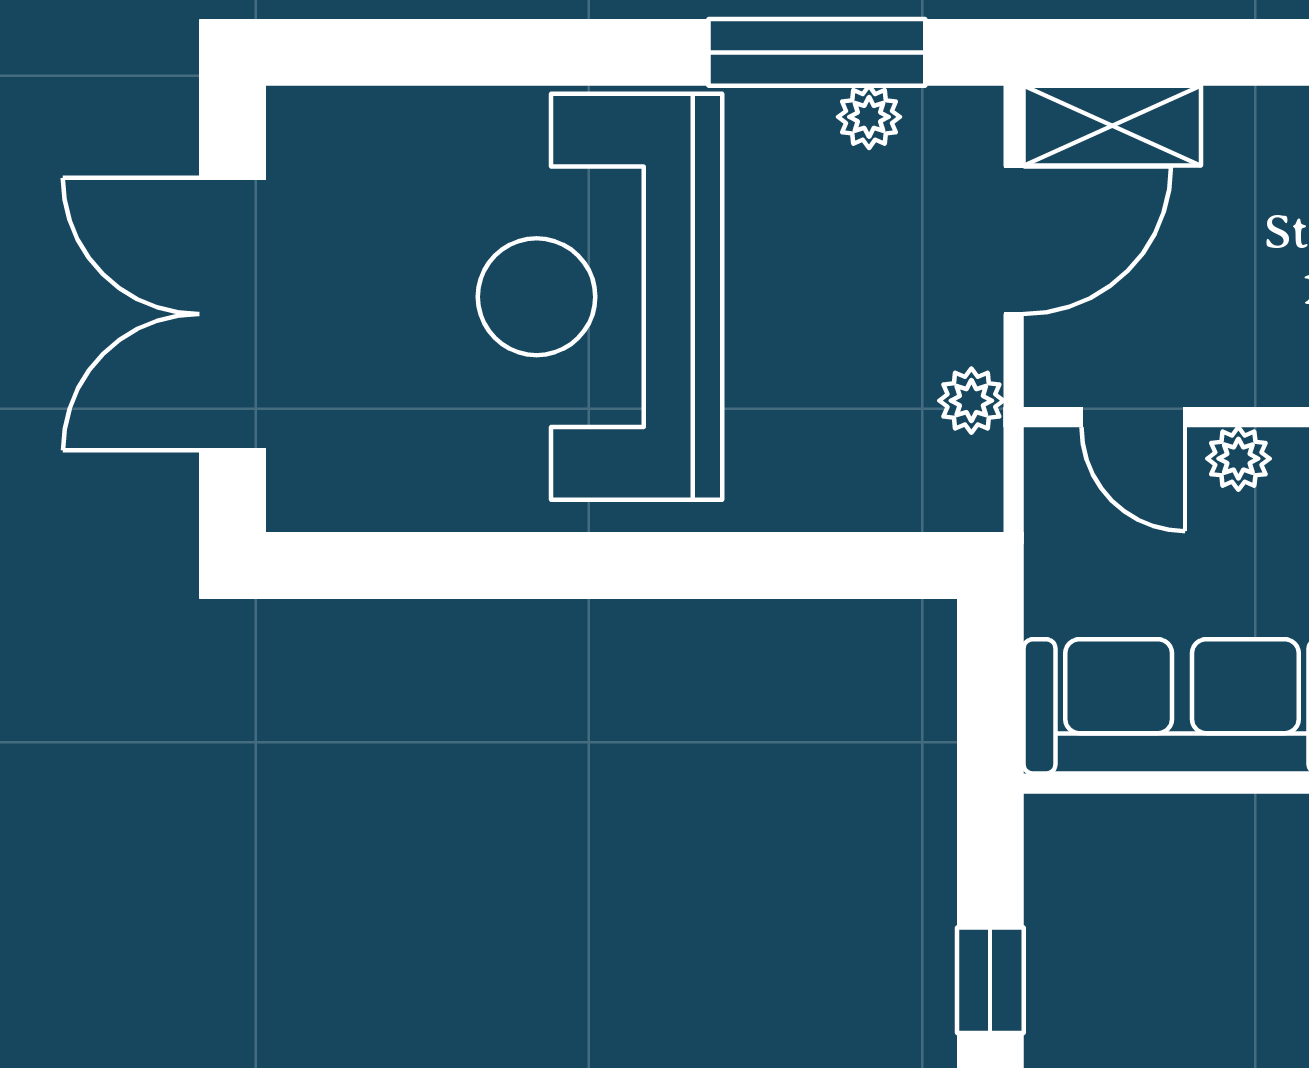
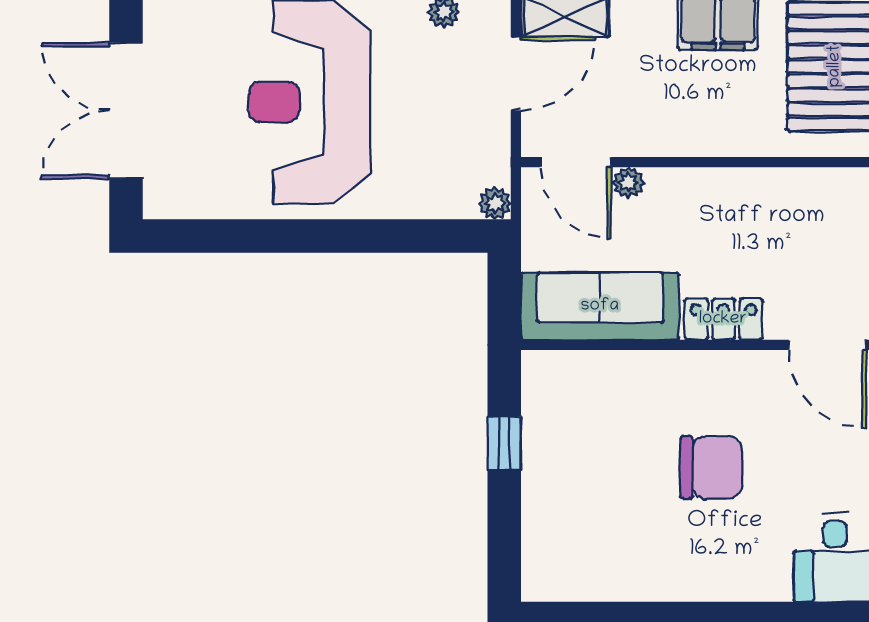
plant: (971, 401) -> (495, 203), moved
door: (1133, 417) -> (576, 162), width x1.38

